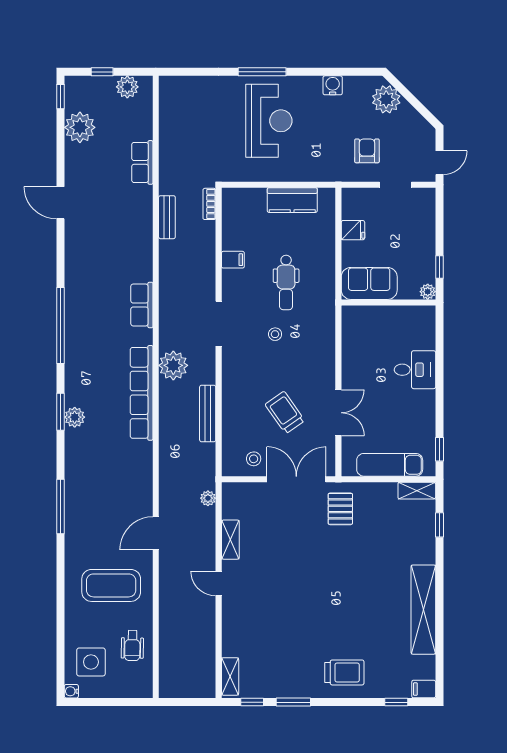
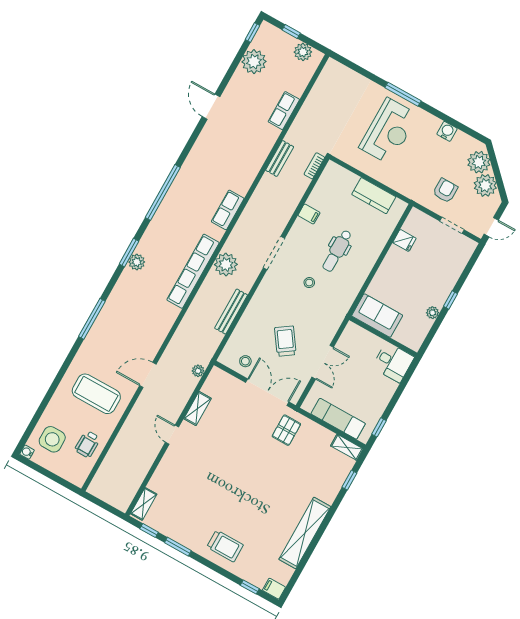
plant: (407, 121) -> (485, 185), added
sofa: (369, 283) -> (377, 316), moved
wall: (388, 303) -> (383, 336), moved

